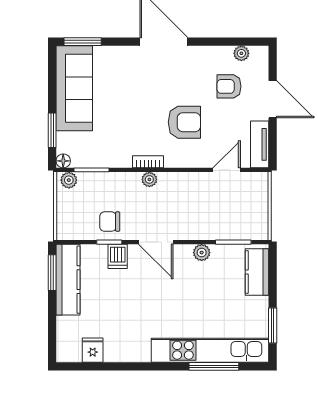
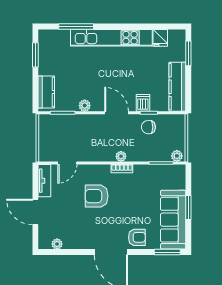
armchair: (229, 86) -> (137, 237), moved
window: (52, 130) -> (188, 207), moved
floor lamp: (63, 161) -> (181, 169), removed
chair: (110, 222) -> (148, 127), turned 180
window: (52, 273) -> (188, 53), moved
kitchen unit: (210, 350) -> (111, 38), moved

